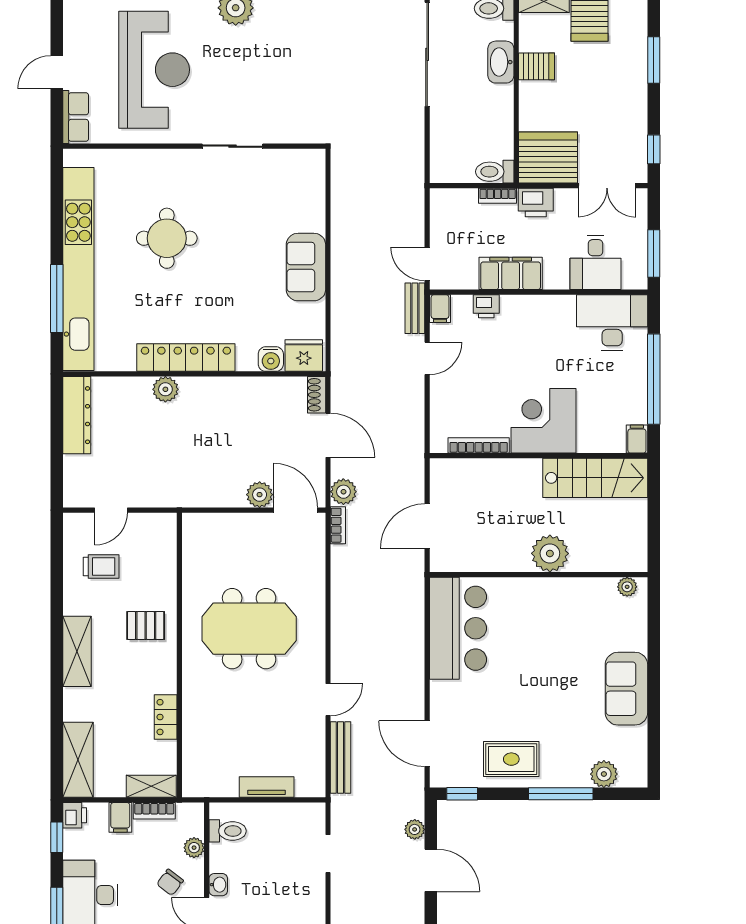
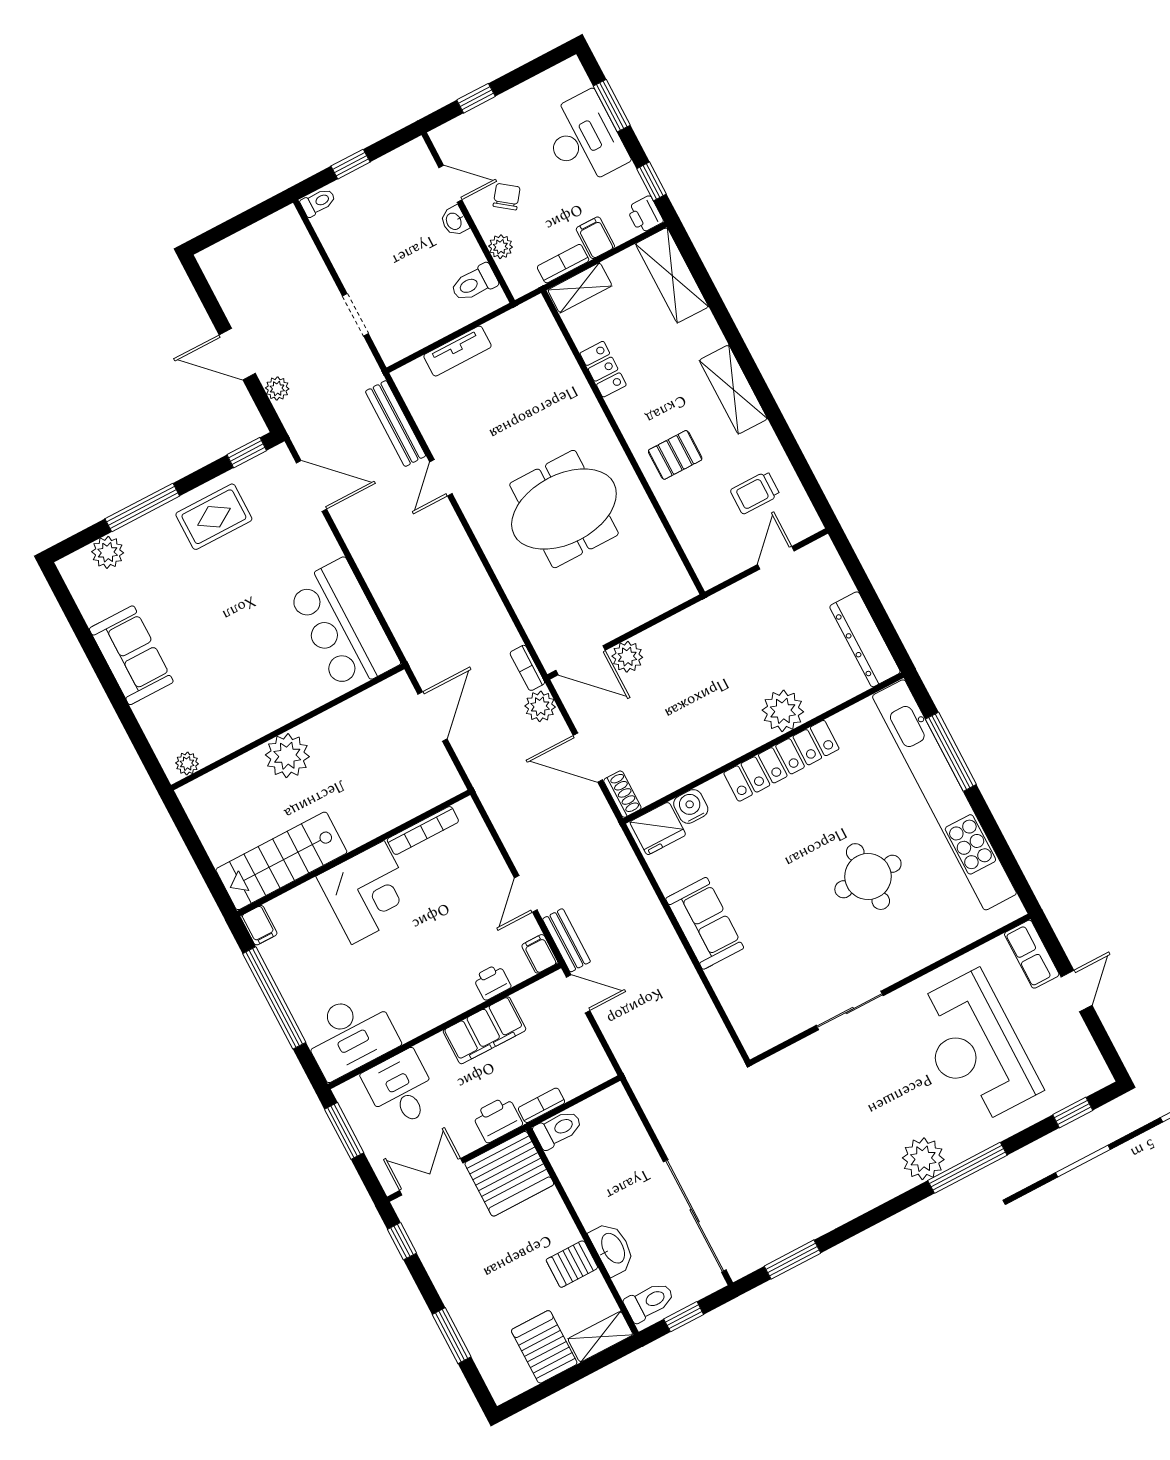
plant: (165, 389) -> (783, 711), width x1.36, depth x1.36

